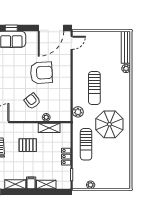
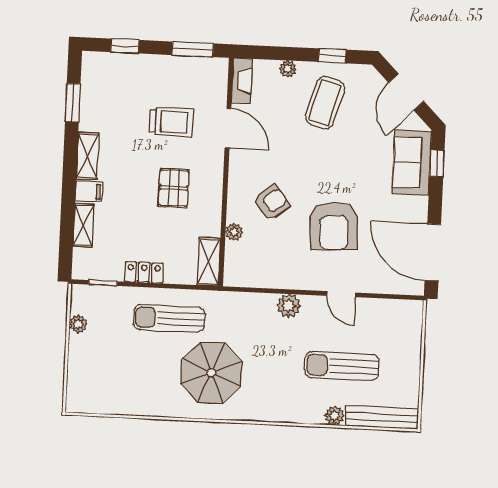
door: (72, 43) -> (341, 294), moved
sun lounger: (94, 88) -> (342, 366), moved
plant: (78, 112) -> (289, 306), moved
shelving: (49, 128) -> (209, 262), moved

